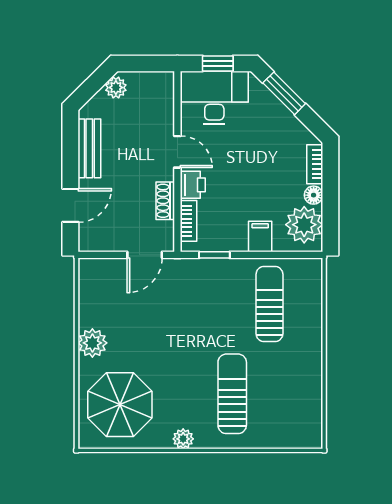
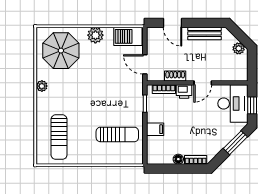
plant: (304, 225) -> (162, 154), removed
barbecue: (94, 285) -> (128, 36), added
sun lounger: (232, 394) -> (59, 137), moved, turned 90

